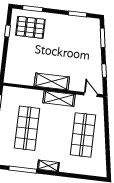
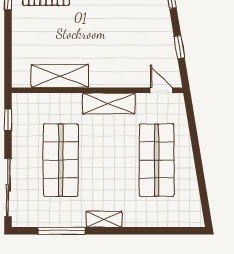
shelving: (52, 81) -> (60, 76), moved

